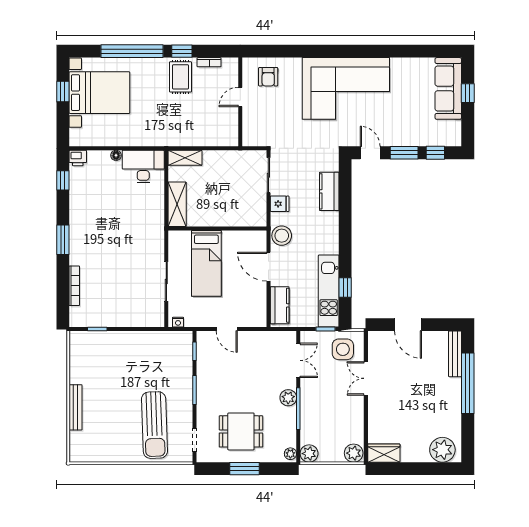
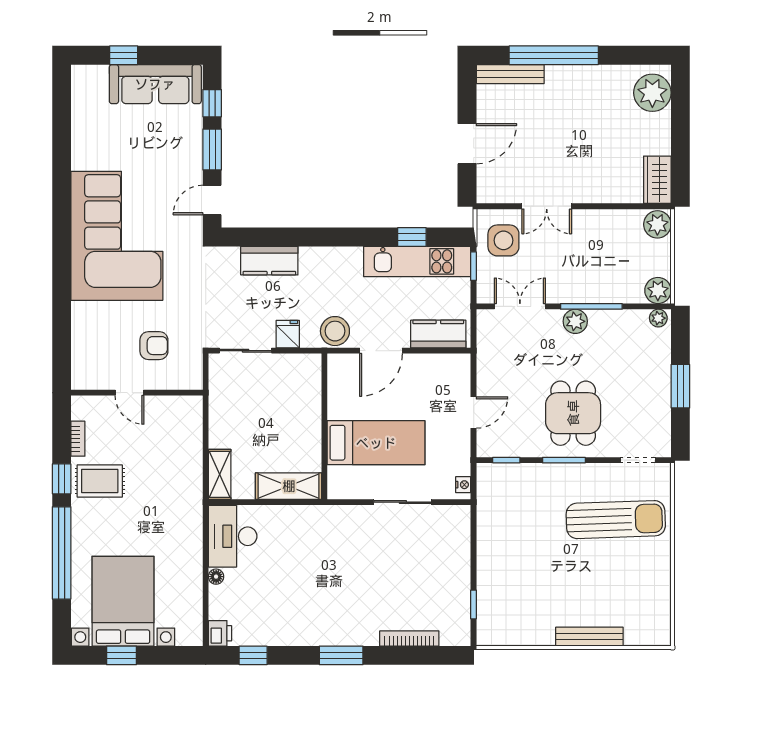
armchair: (268, 77) -> (154, 346), moved
sofa: (448, 88) -> (155, 84), moved
dining table: (241, 431) -> (573, 413), moved

